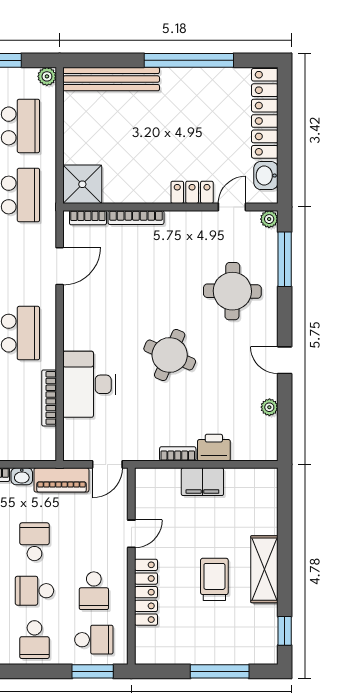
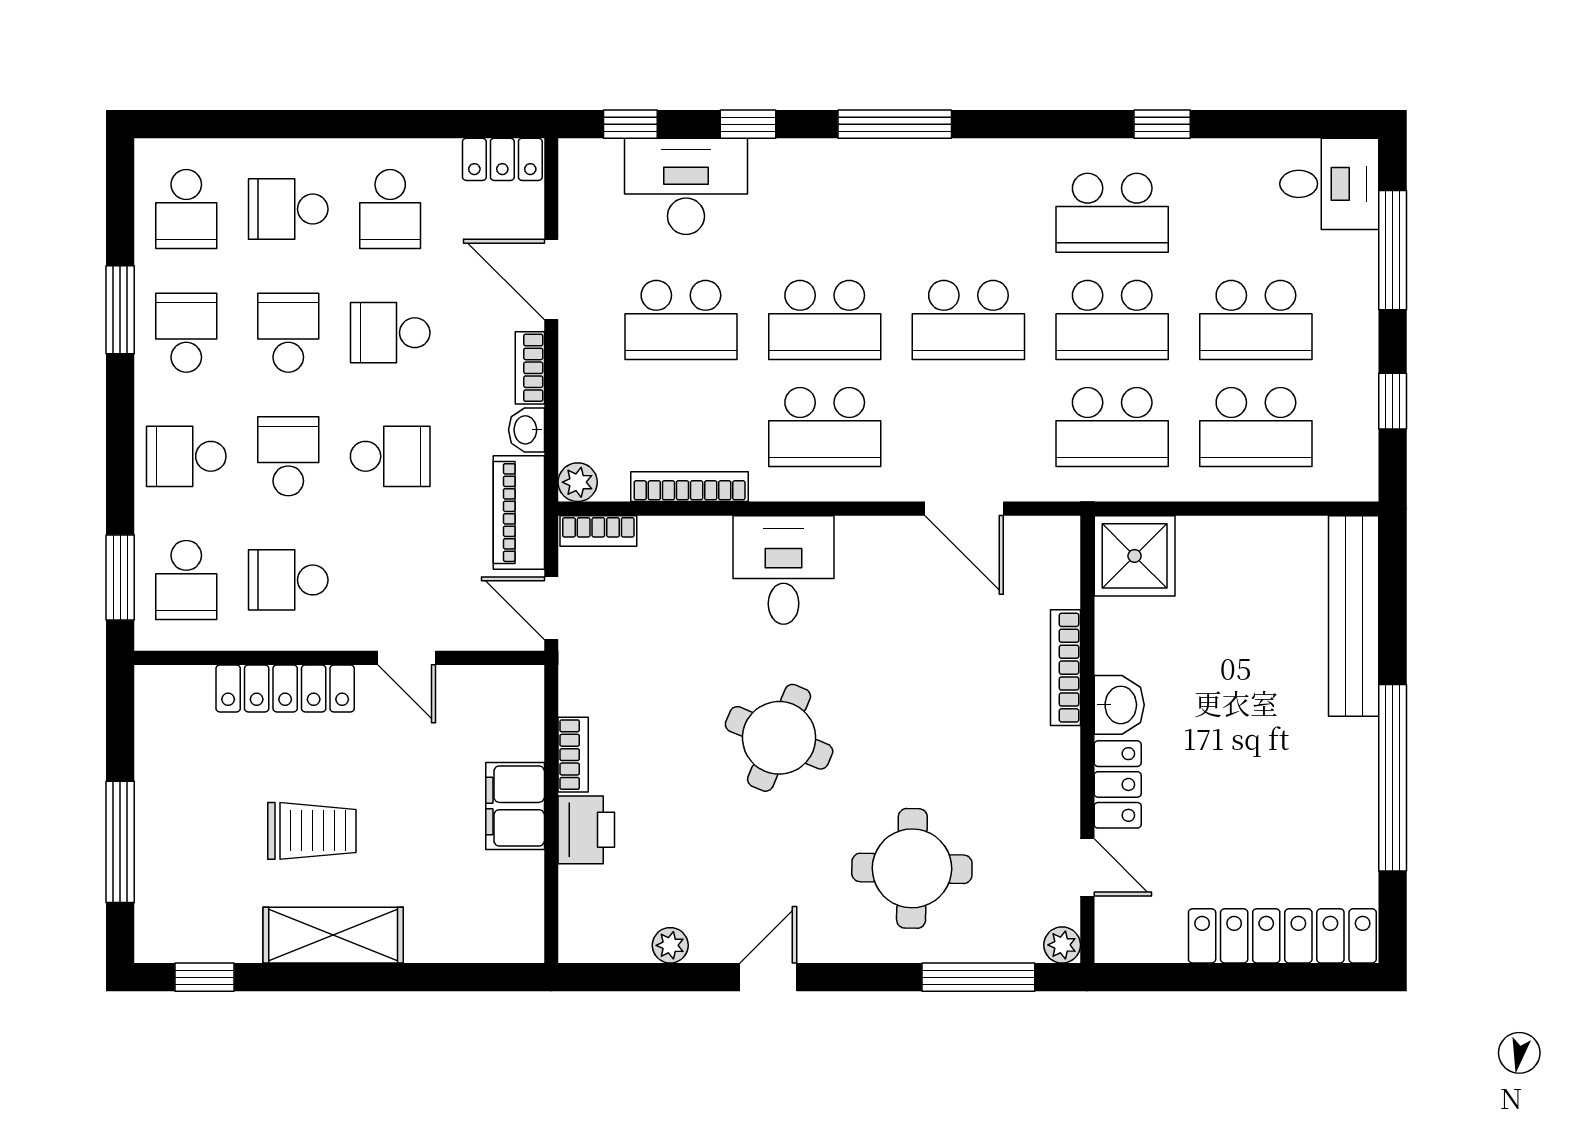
plant: (47, 76) -> (578, 482), moved
washbasin: (266, 176) -> (1119, 705), moved, turned 90
bookcase: (88, 218) -> (598, 531), moved, turned -90
desk: (89, 384) -> (784, 570), moved, width x0.73

